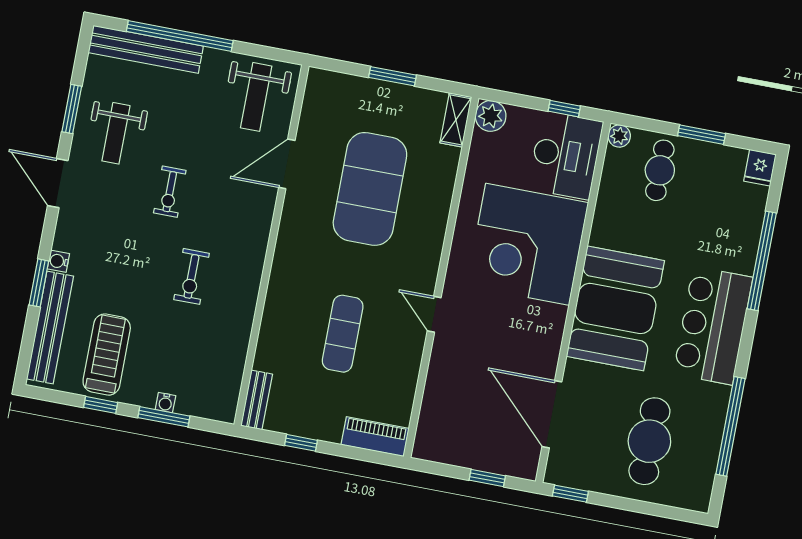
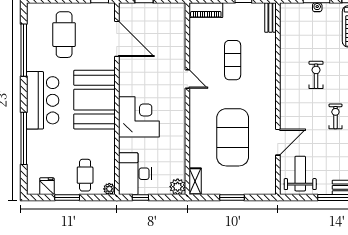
fridge: (760, 168) -> (47, 186), moved
corner desk: (527, 244) -> (139, 117), width x0.74, depth x0.74

